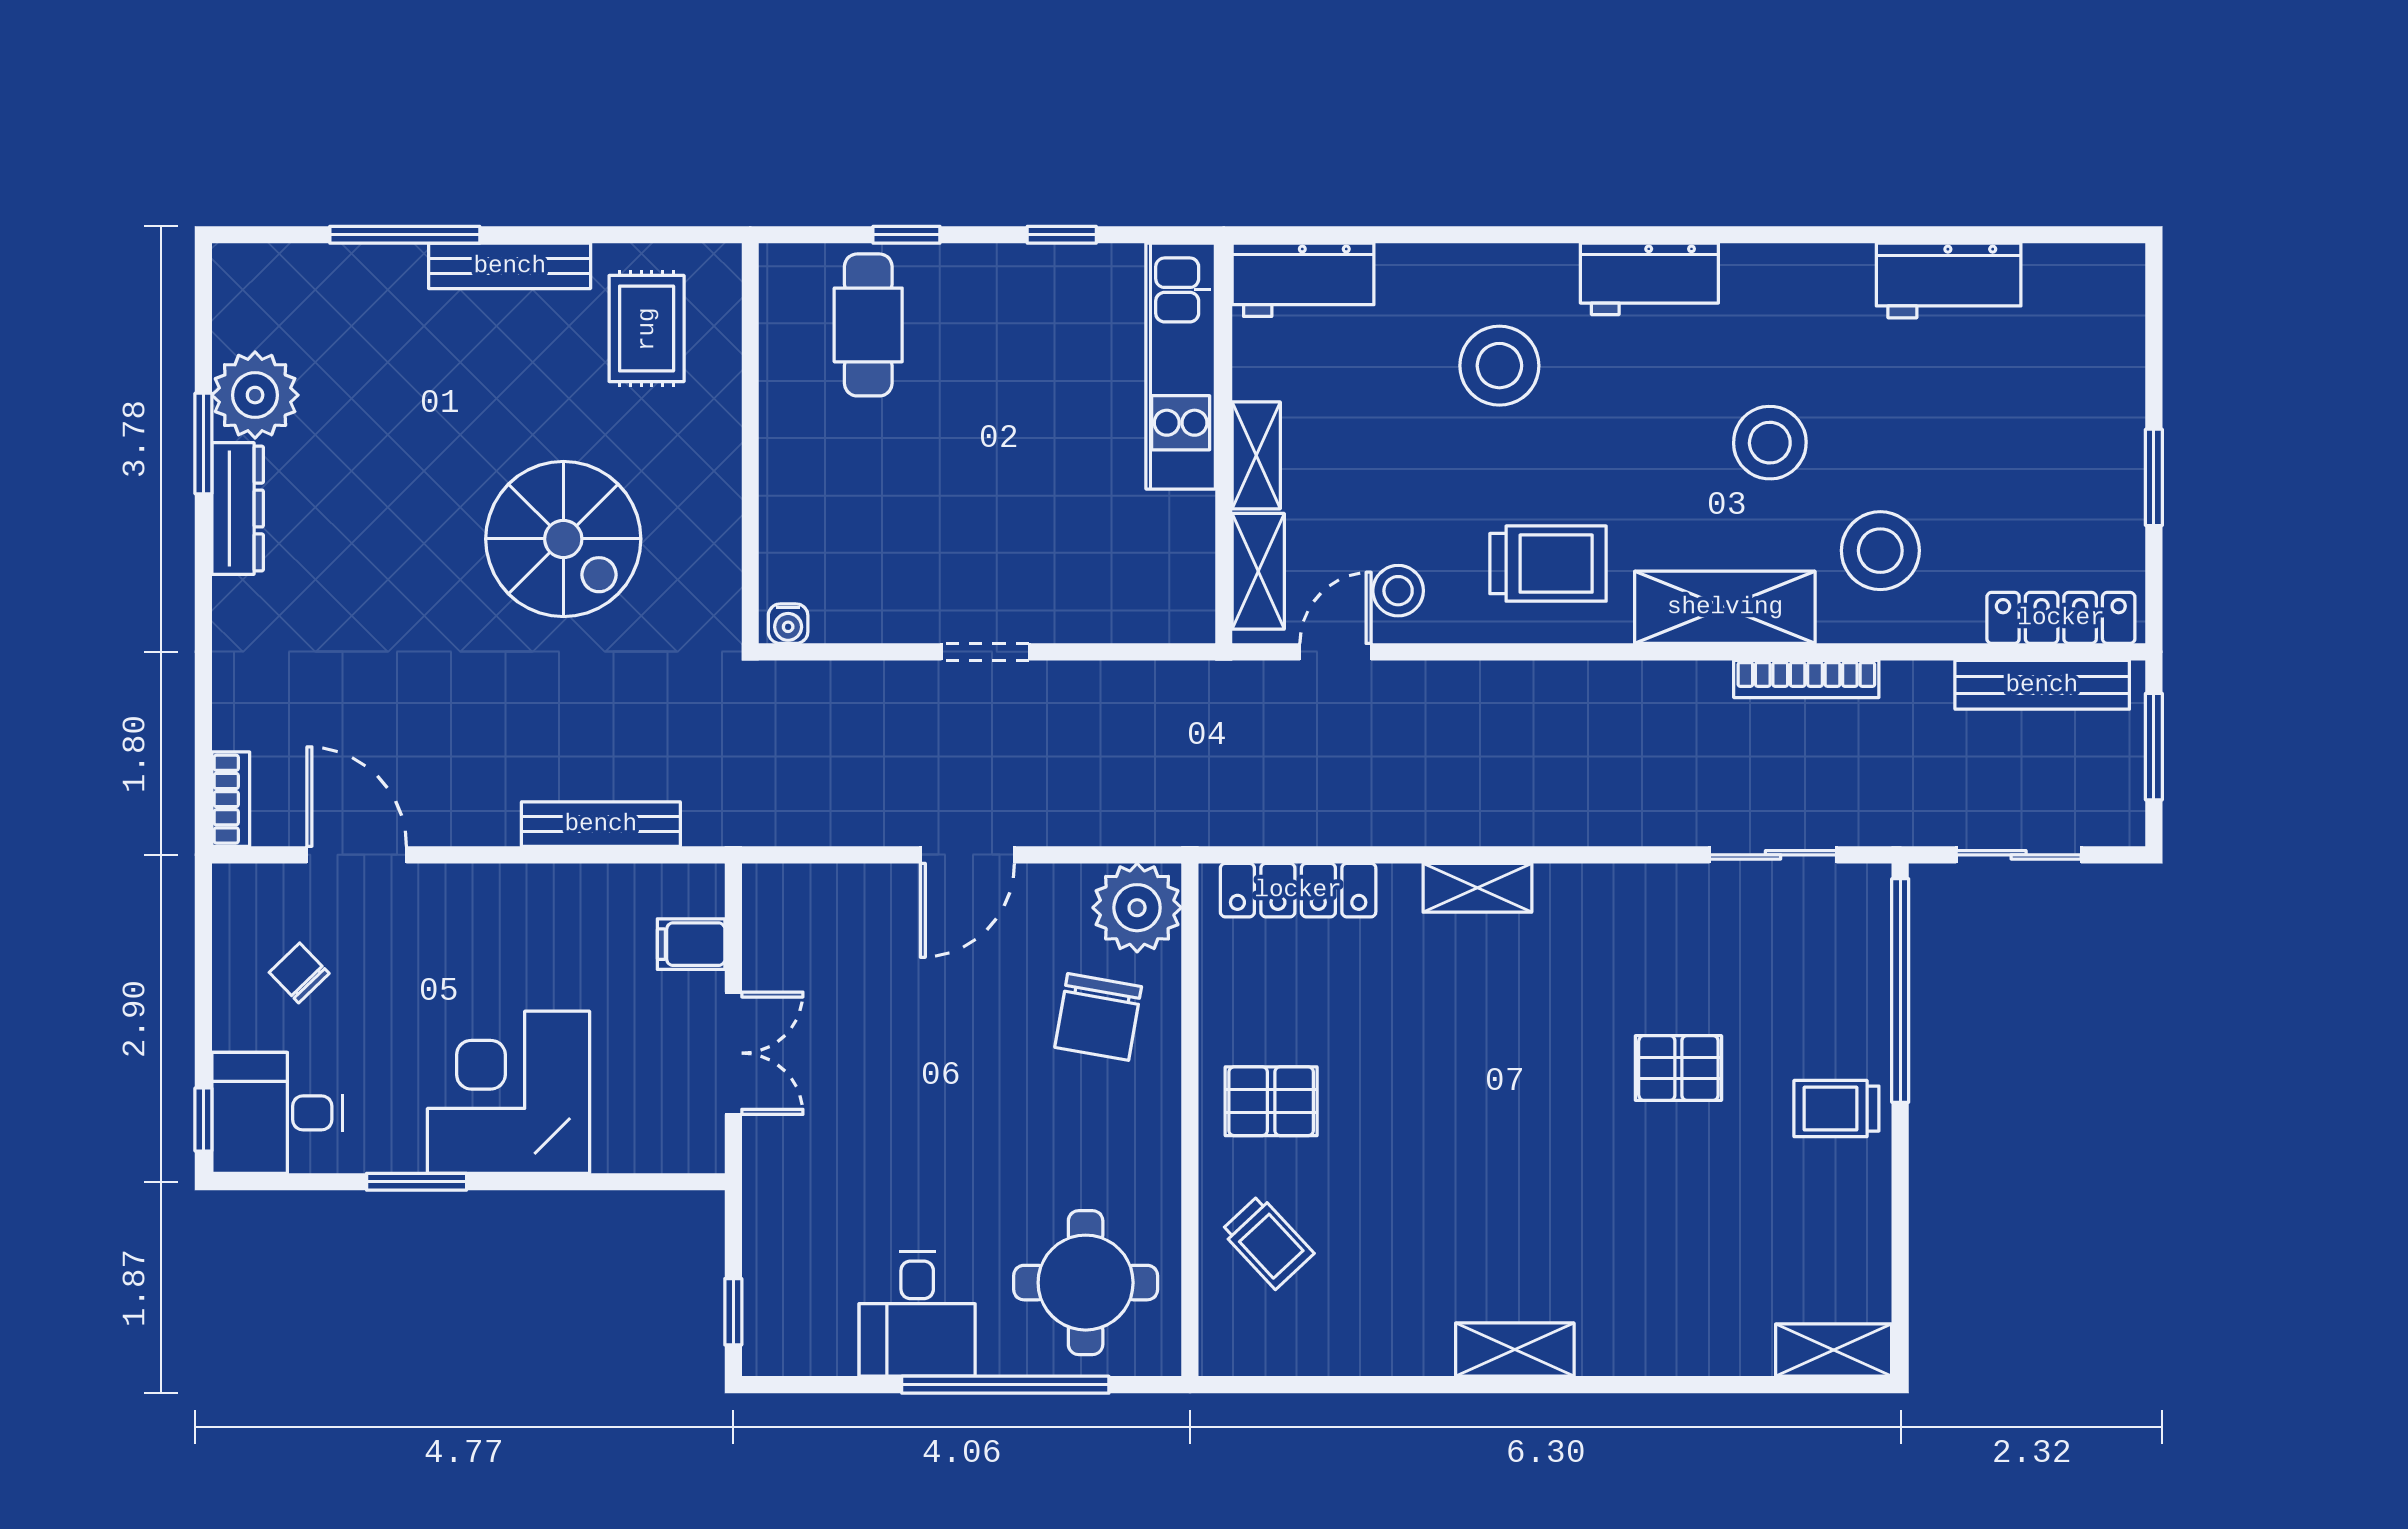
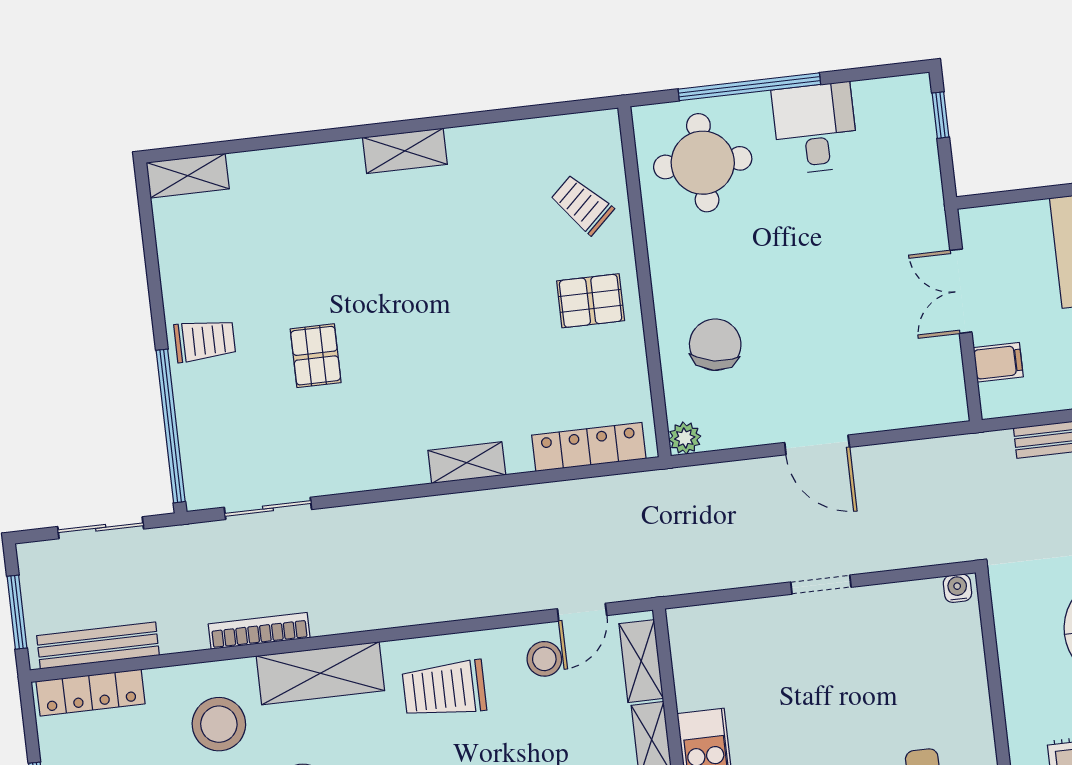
door: (967, 855) -> (817, 445), swing flipped
plant: (1137, 908) -> (685, 438), width x0.53, depth x0.53
pallet: (1678, 1068) -> (316, 356), turned 90

